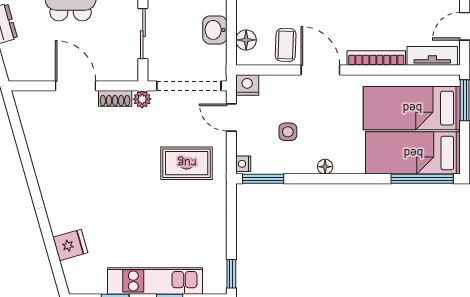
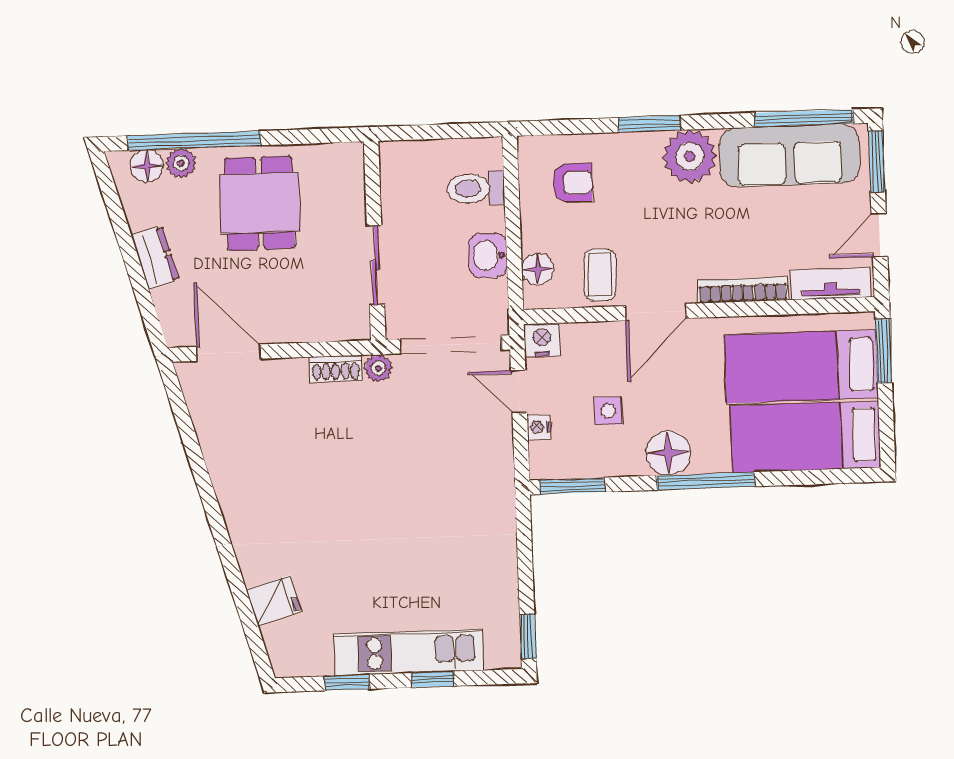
door: (320, 70) -> (656, 312), swing flipped
door: (76, 86) -> (228, 353), moved
rug: (187, 163) -> (451, 466), removed
nightstand: (243, 164) -> (539, 427), moved
floor lamp: (325, 167) -> (668, 453), width x1.89, depth x1.89
window: (422, 179) -> (706, 481), moved

